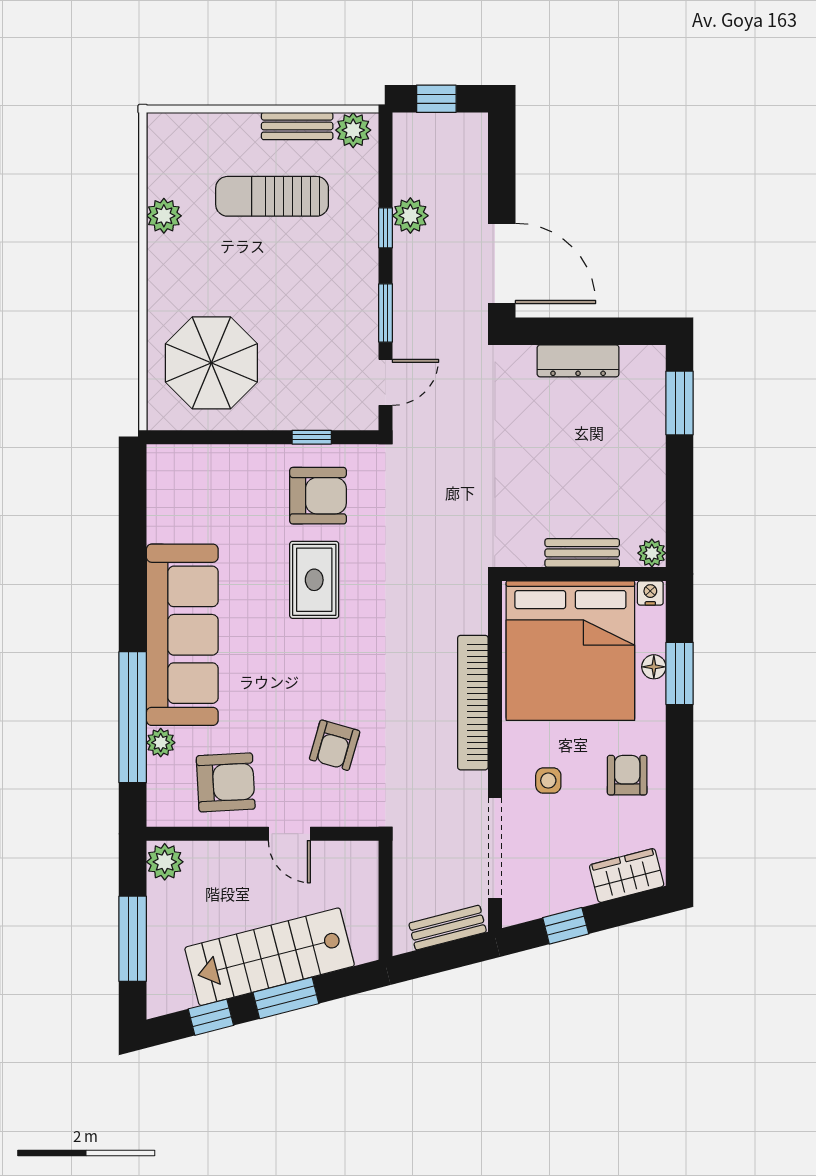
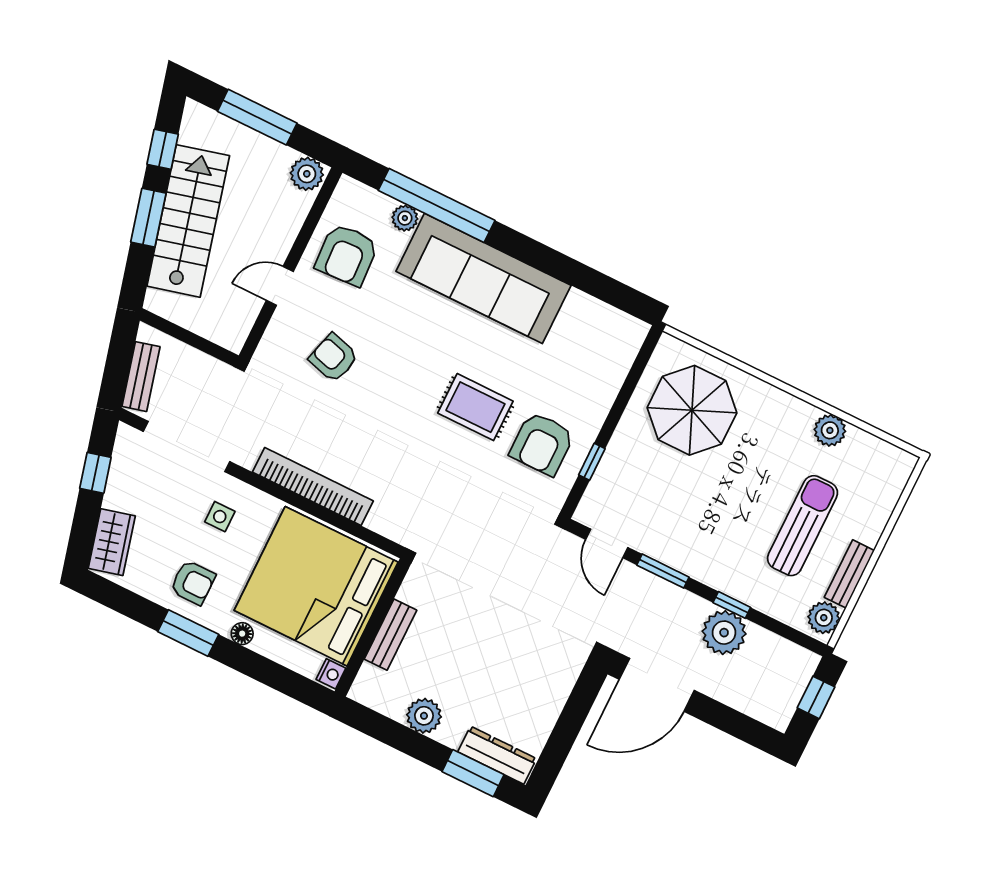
plant: (410, 216) -> (724, 633), width x1.36, depth x1.36
dresser: (578, 361) -> (497, 755), moved, turned 90
plant: (652, 553) -> (424, 716), moved, width x1.38, depth x1.38
floor lamp: (654, 667) -> (242, 634), moved
window: (680, 673) -> (188, 633), moved

